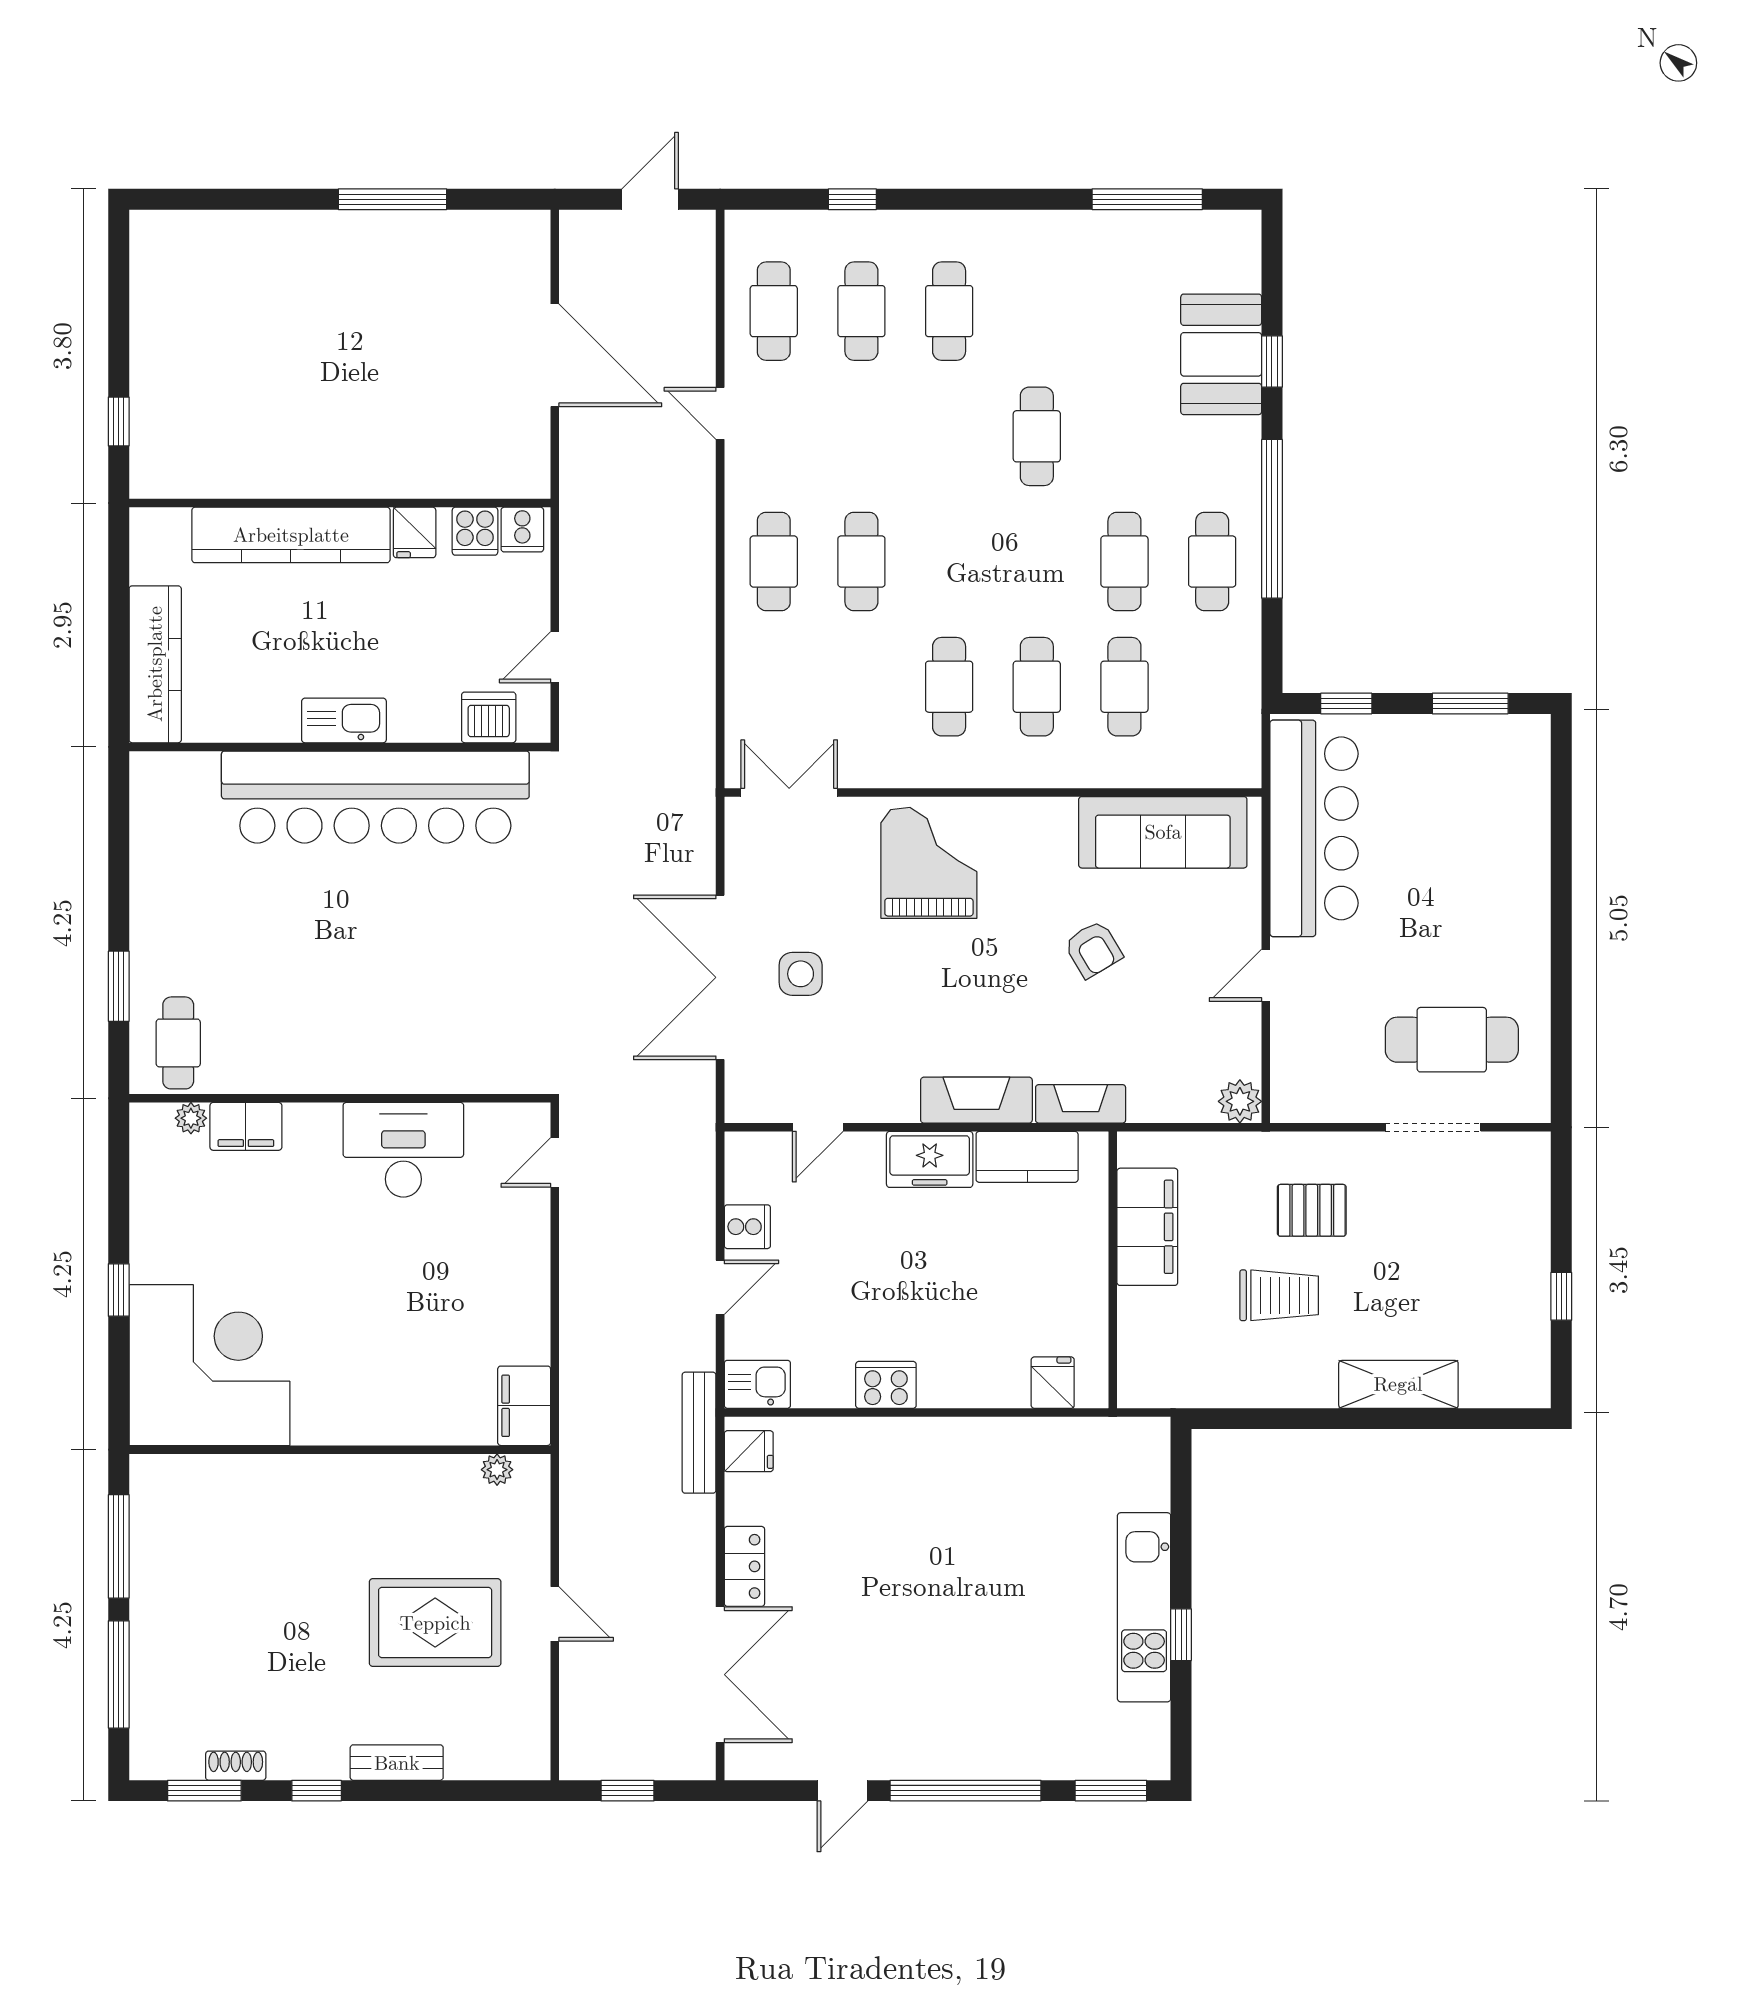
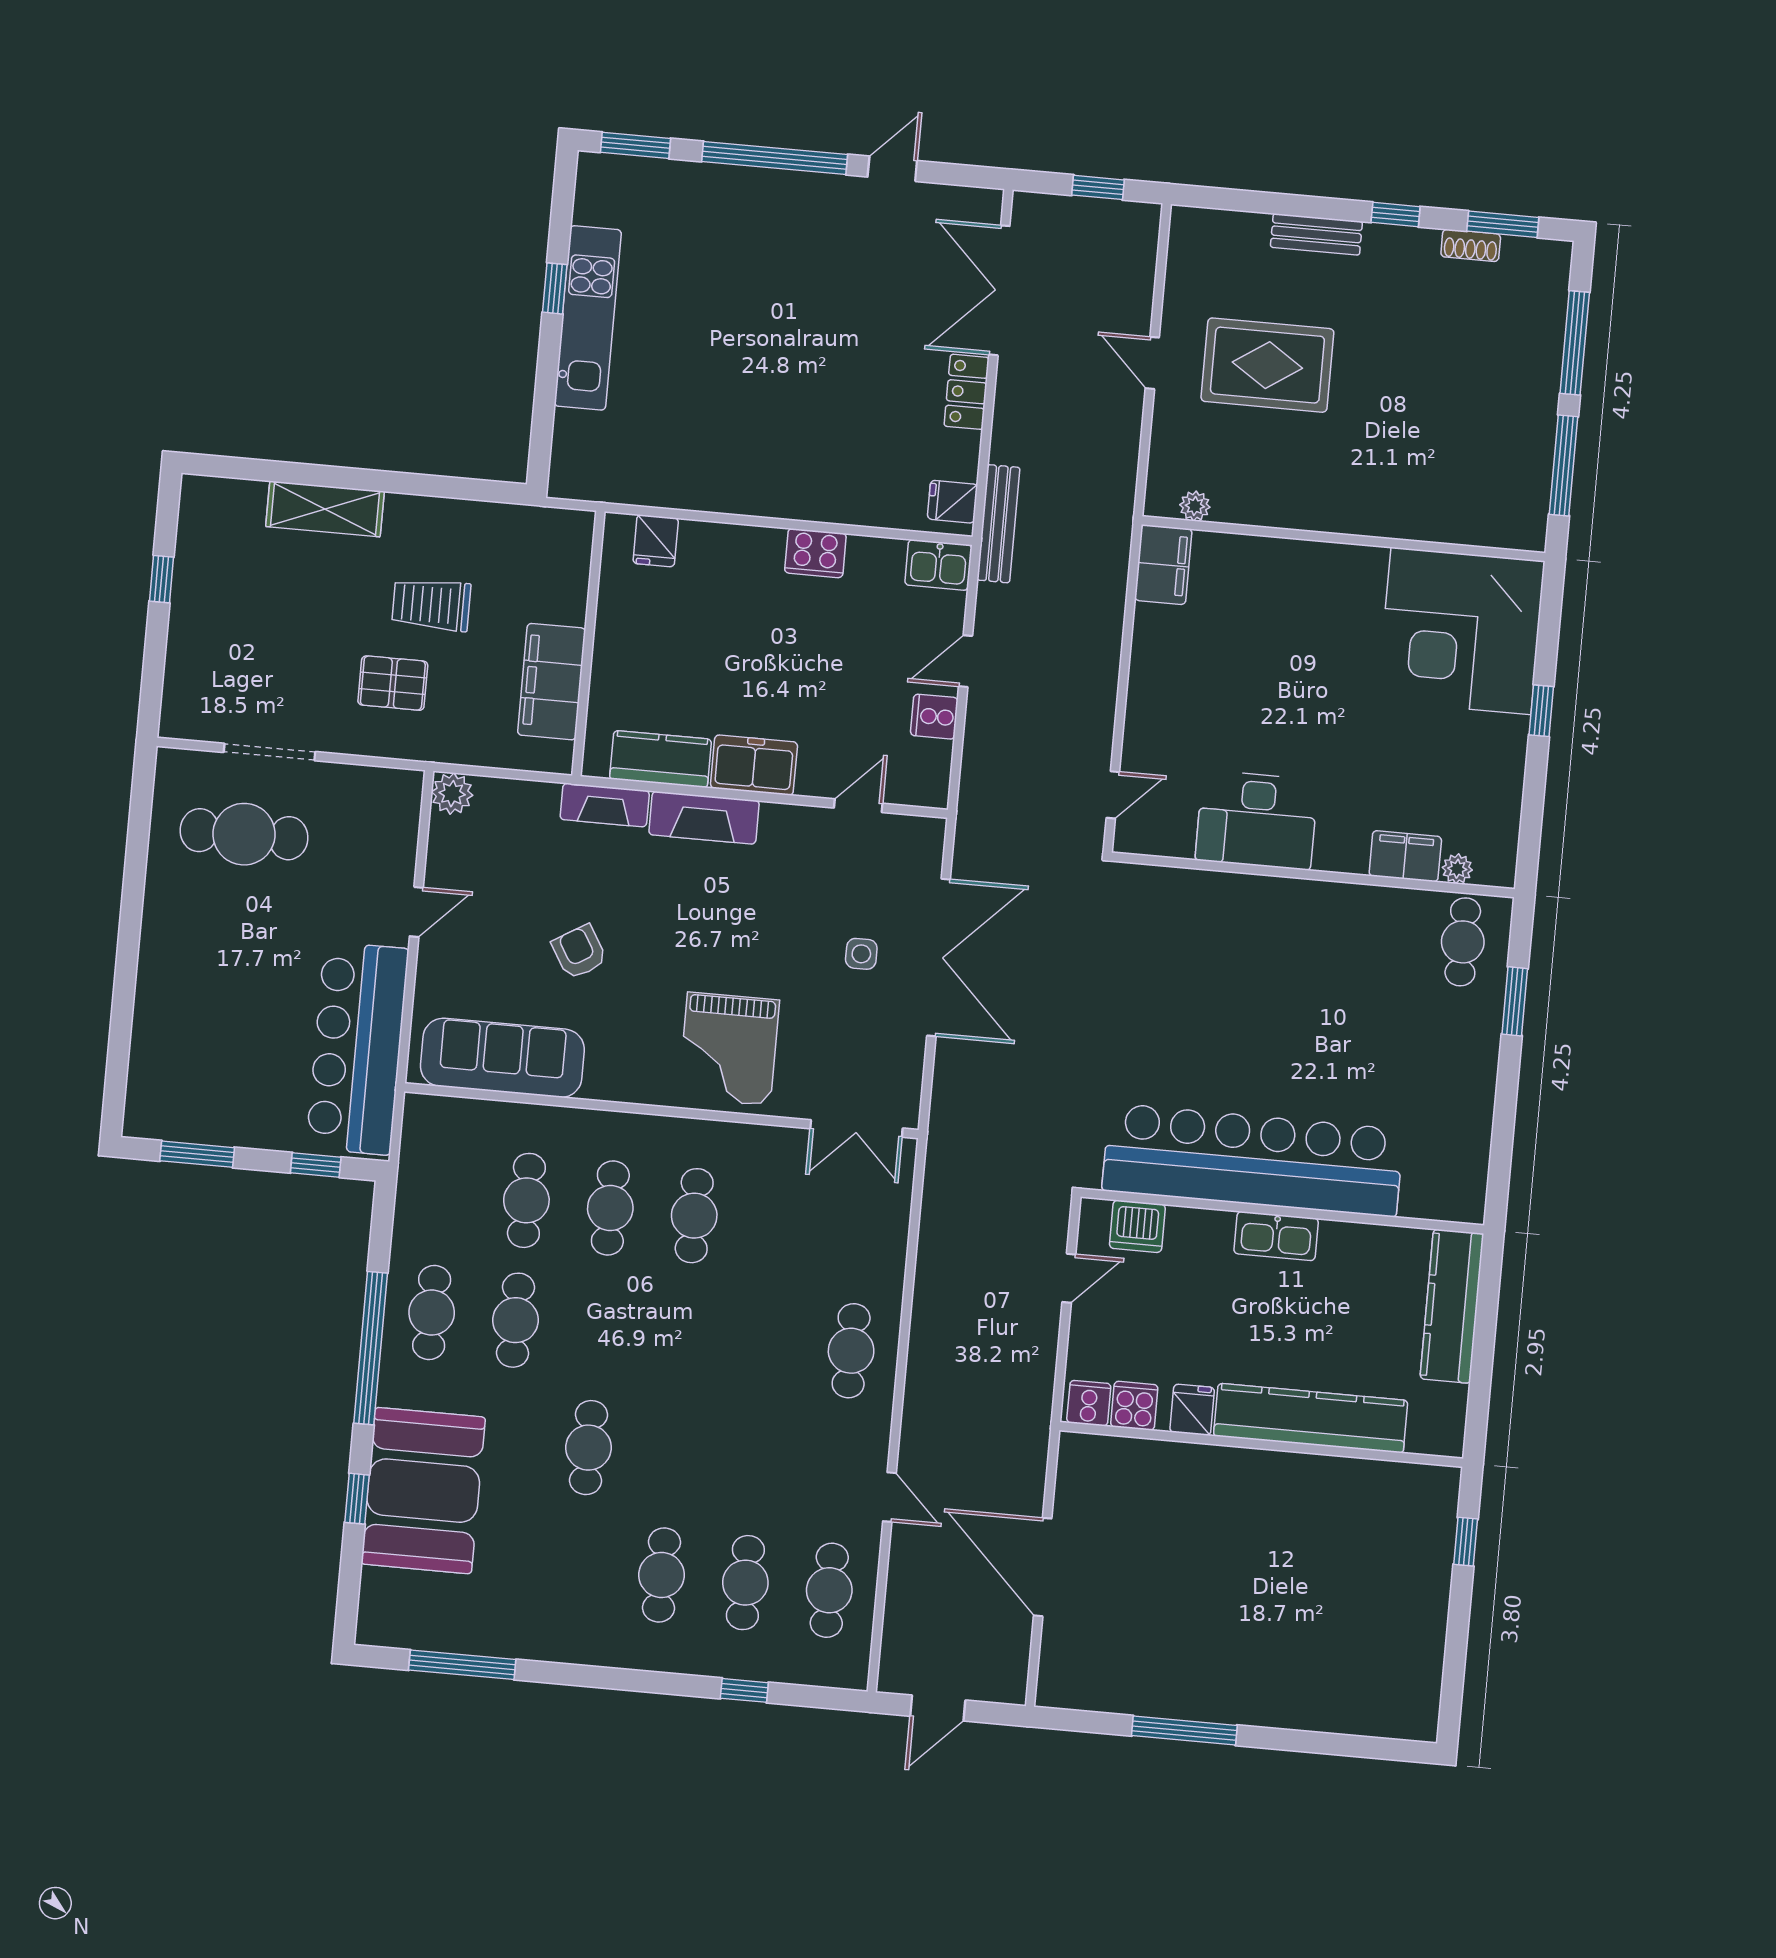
booth: (1221, 354) -> (423, 1491), width x1.36, depth x1.42
cafe table: (861, 561) -> (767, 1343), removed
side table: (801, 974) -> (861, 954), width x0.73, depth x0.73

